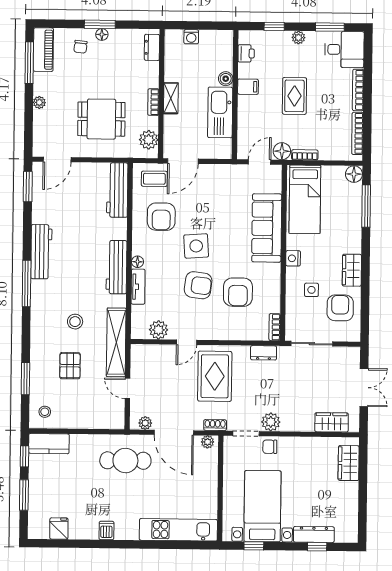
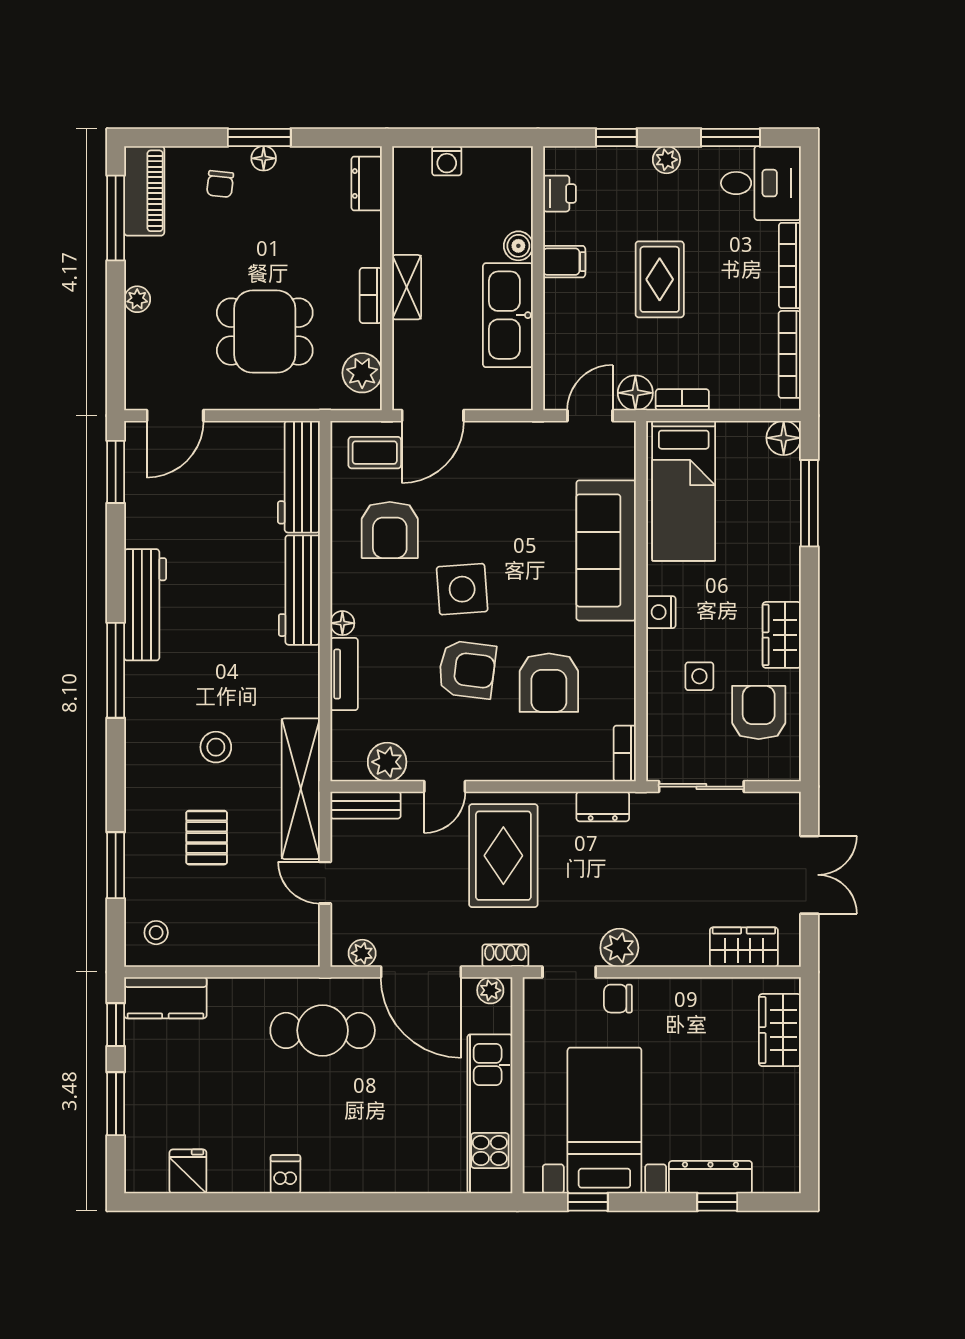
workbench: (116, 267) -> (299, 590), moved
bench: (148, 351) -> (365, 805), added
kitchen unit: (178, 530) -> (490, 1114), moved, turned -90

